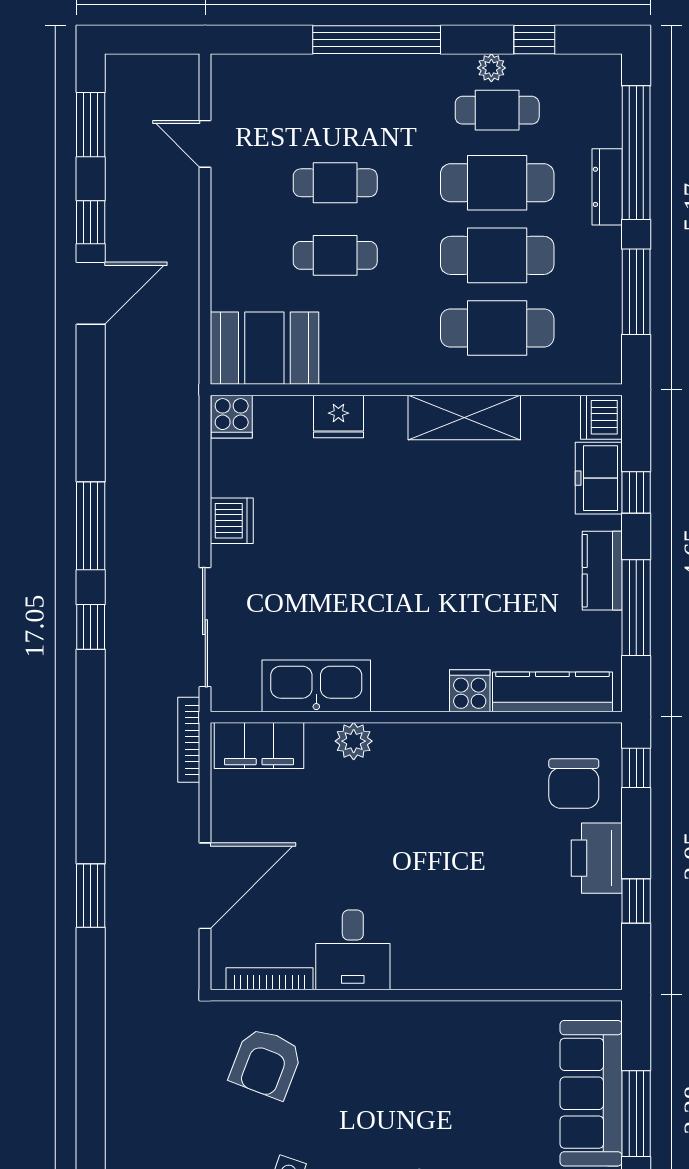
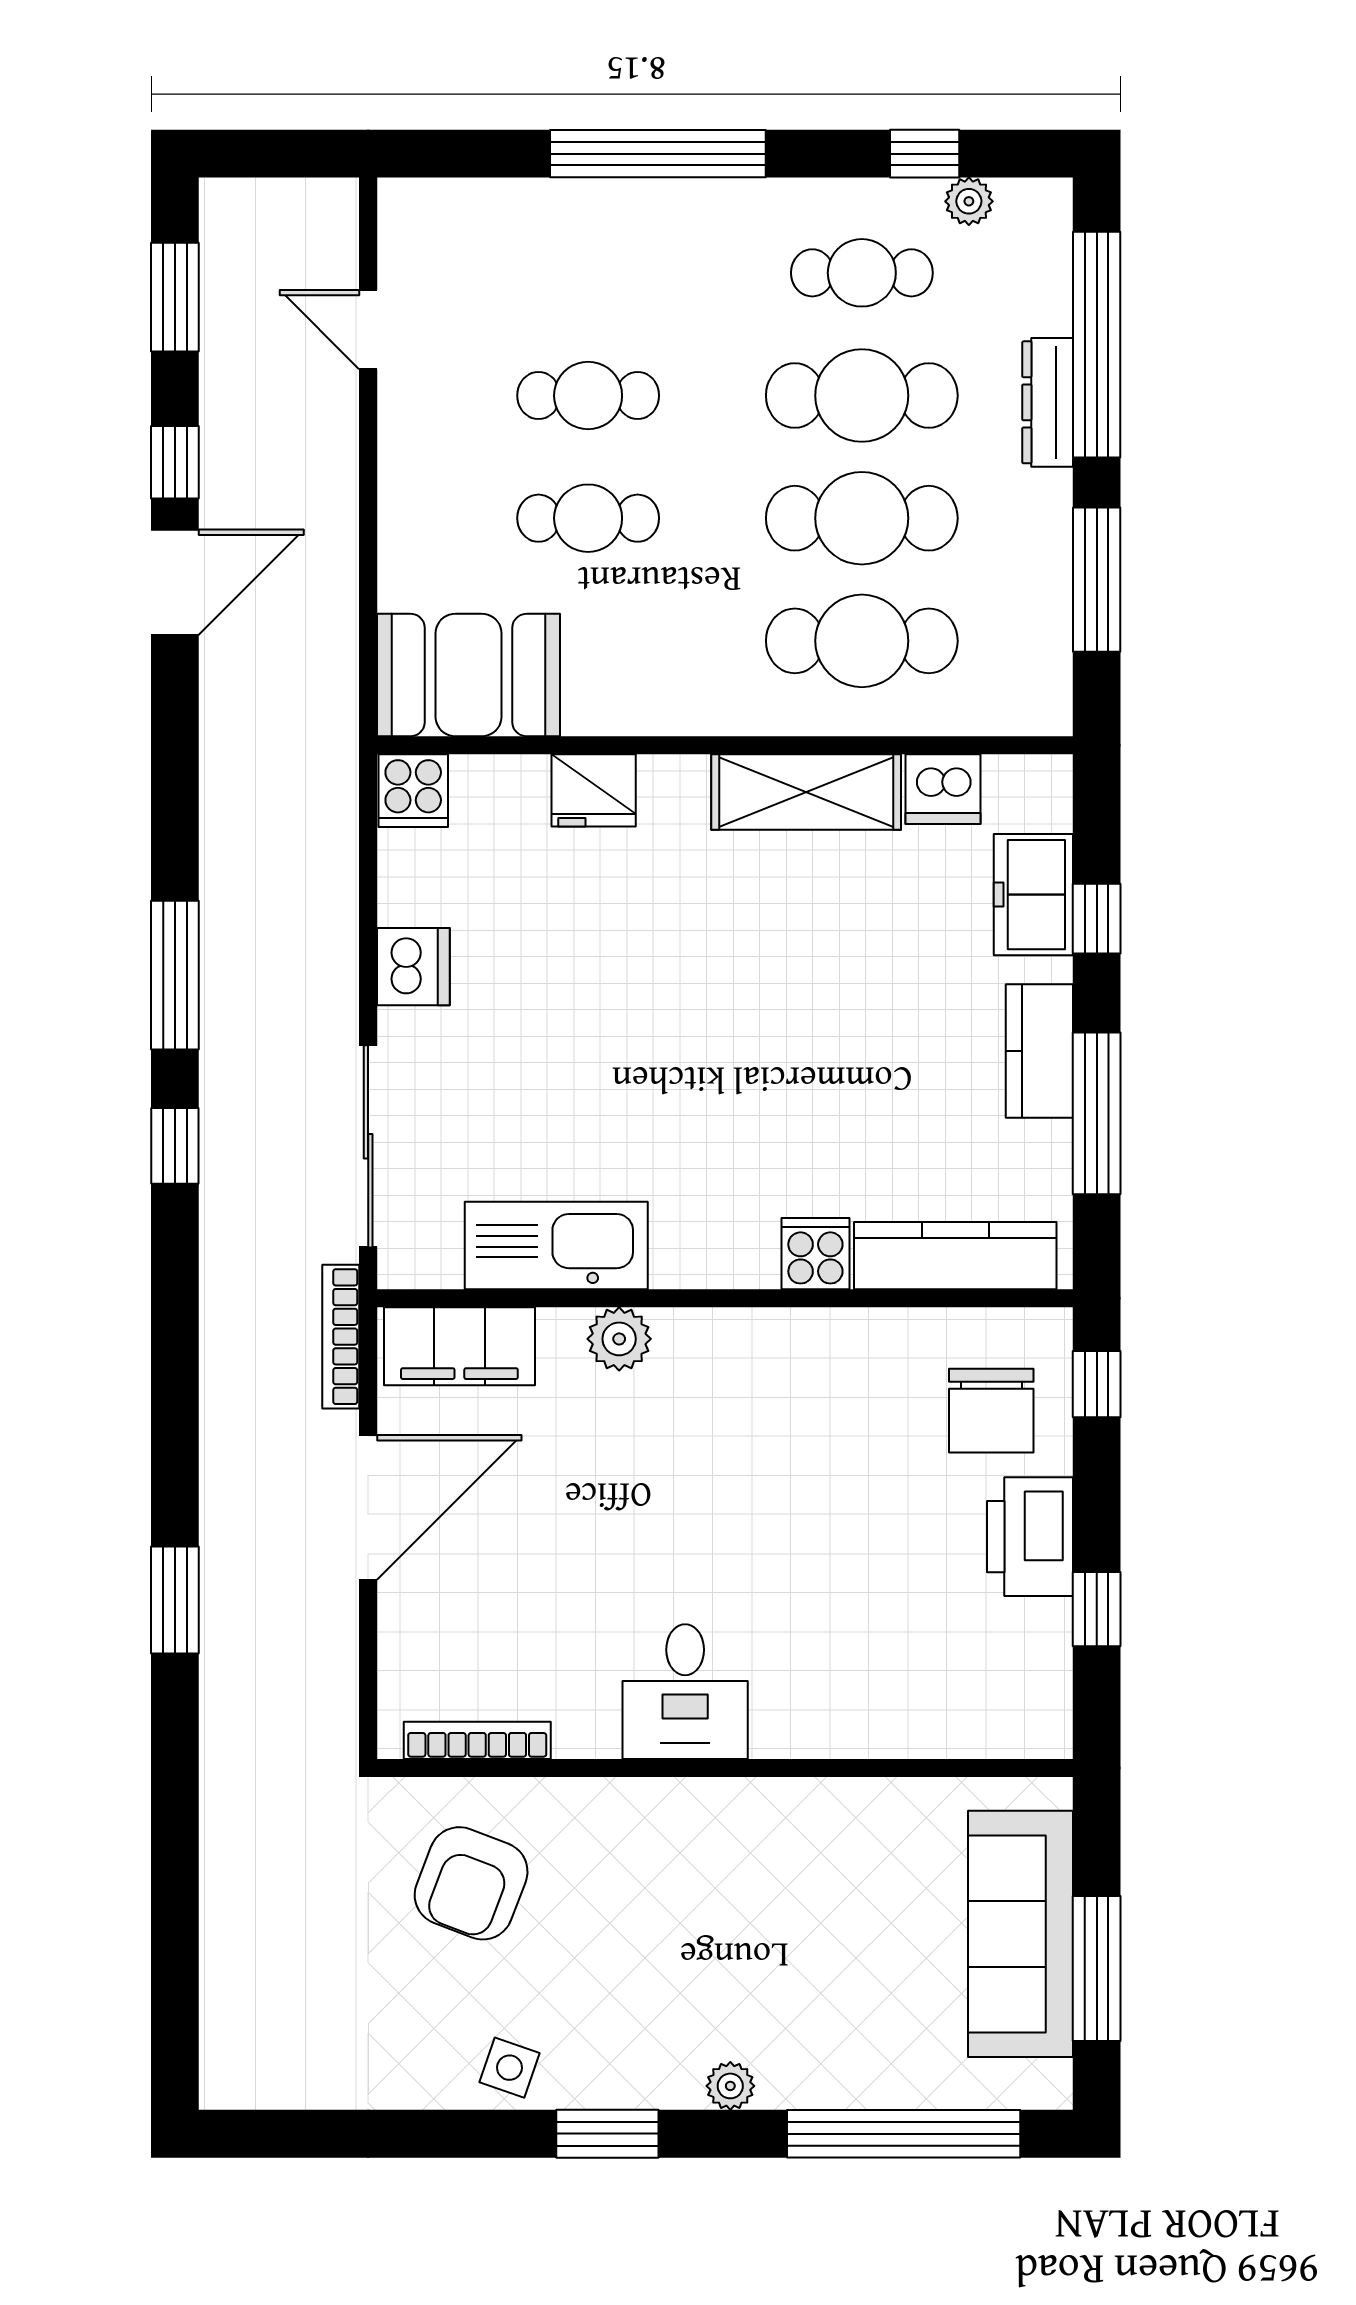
plant: (491, 68) -> (969, 201), moved
dishwasher: (601, 417) -> (943, 789), moved, turned -90
door: (205, 886) -> (368, 1507), moved
desk: (353, 950) -> (685, 1692), moved

